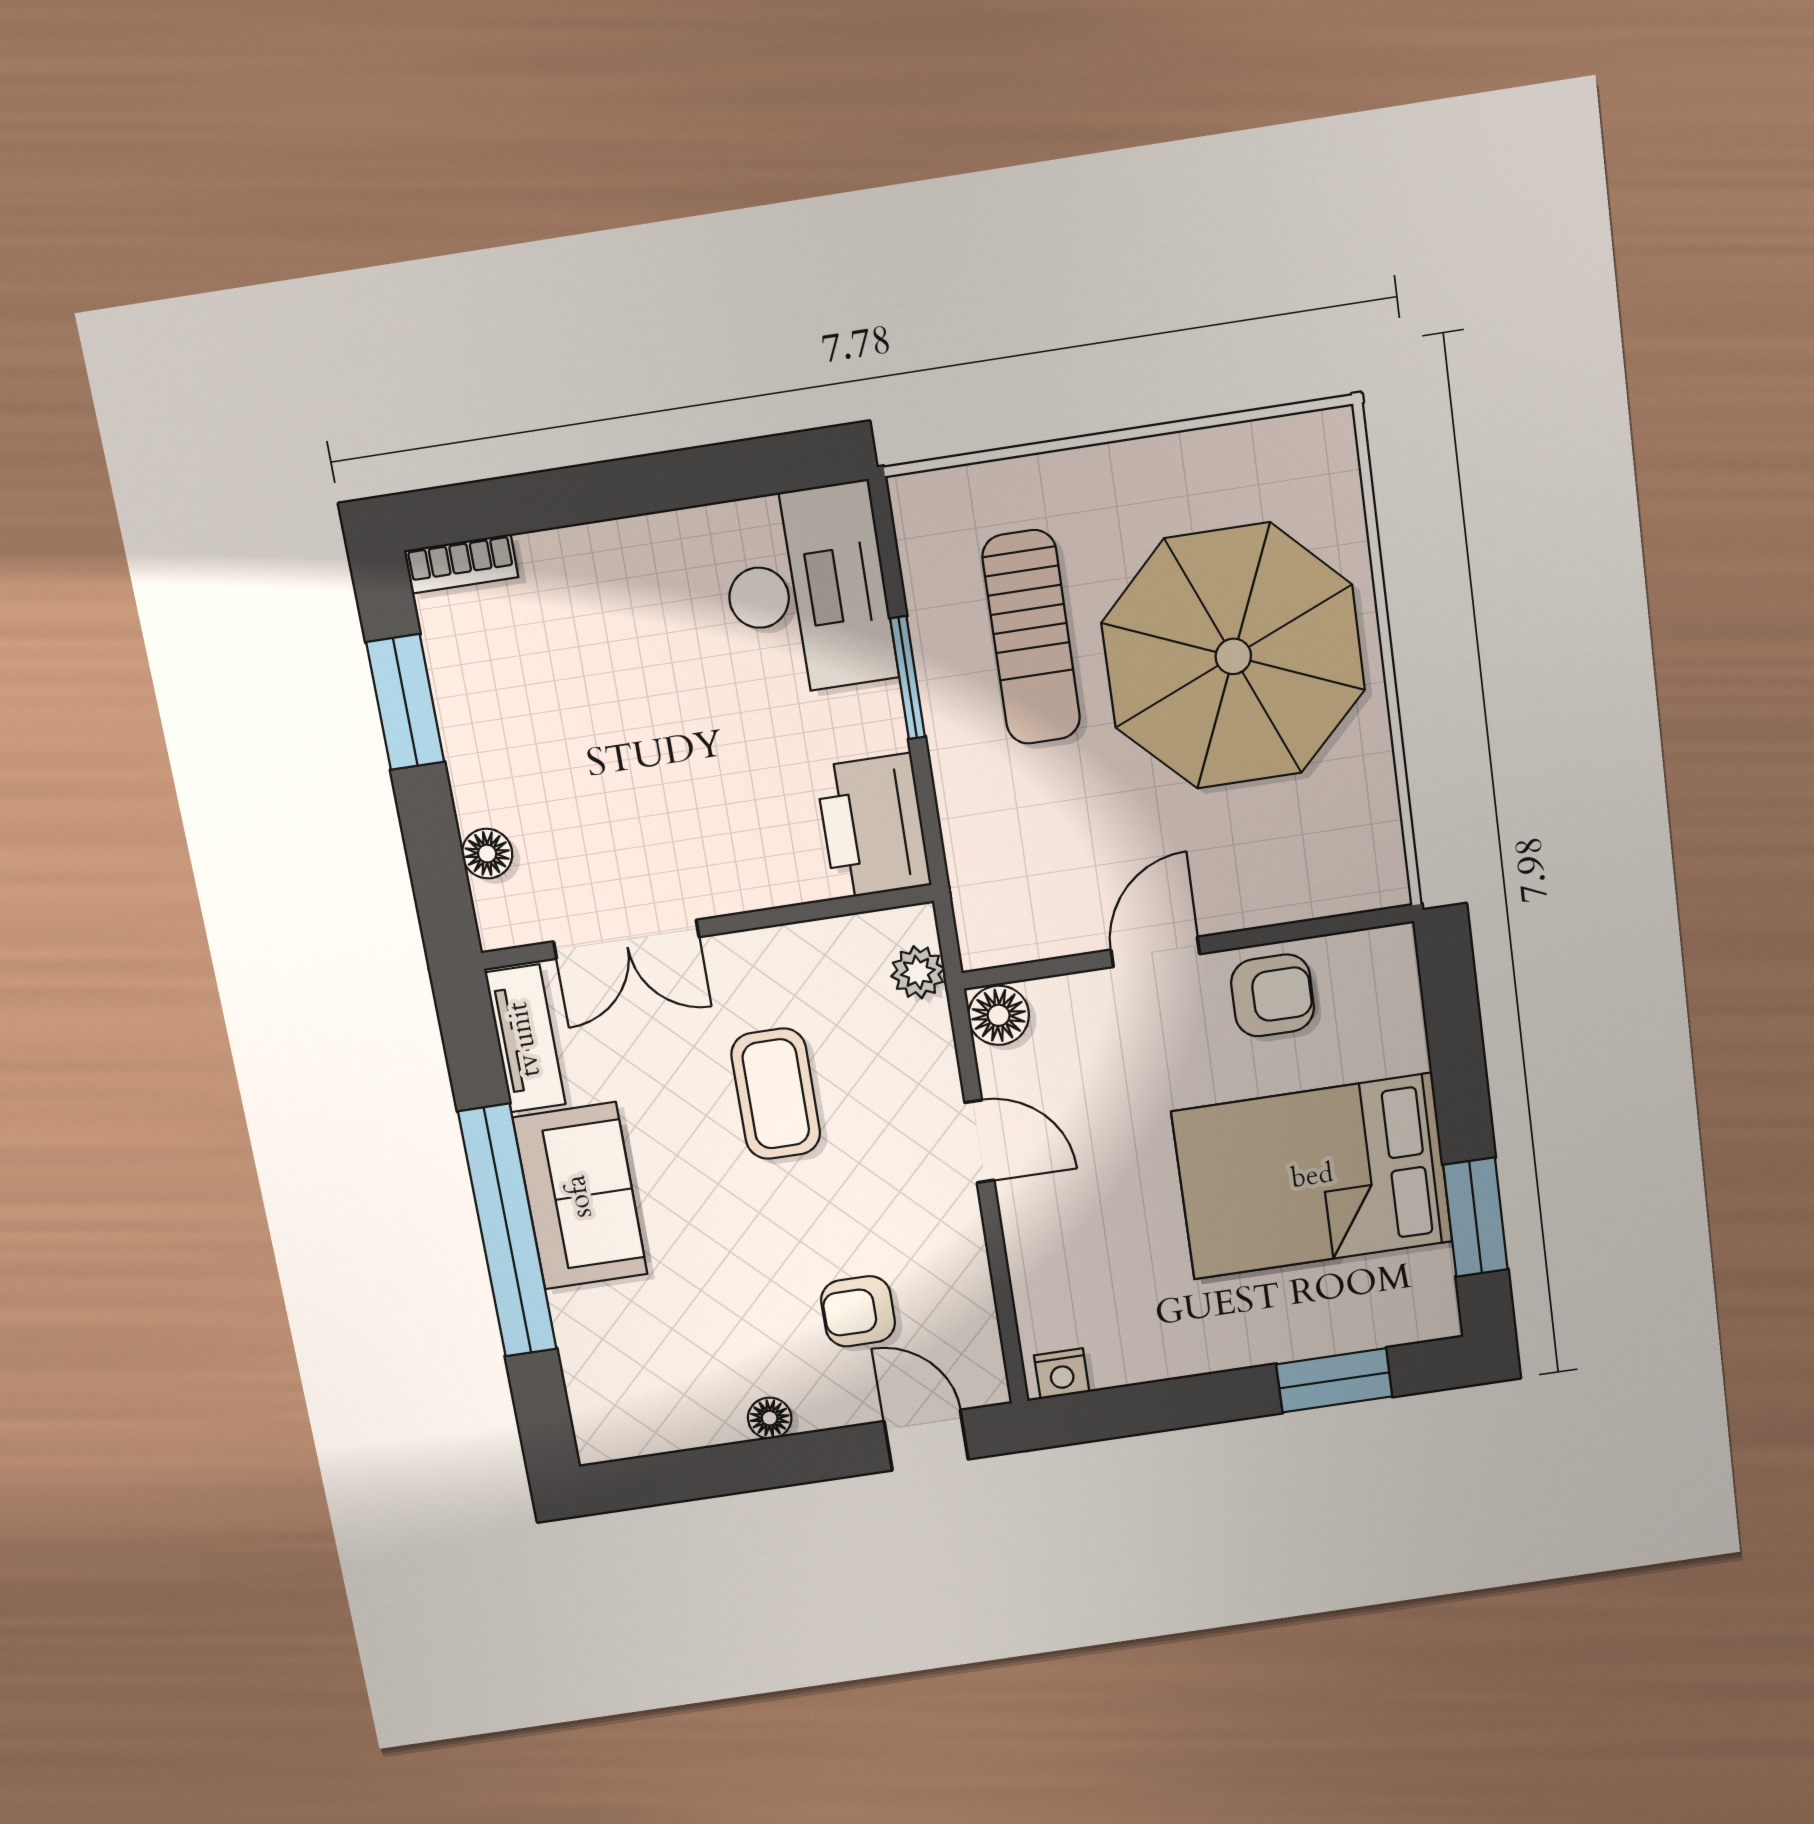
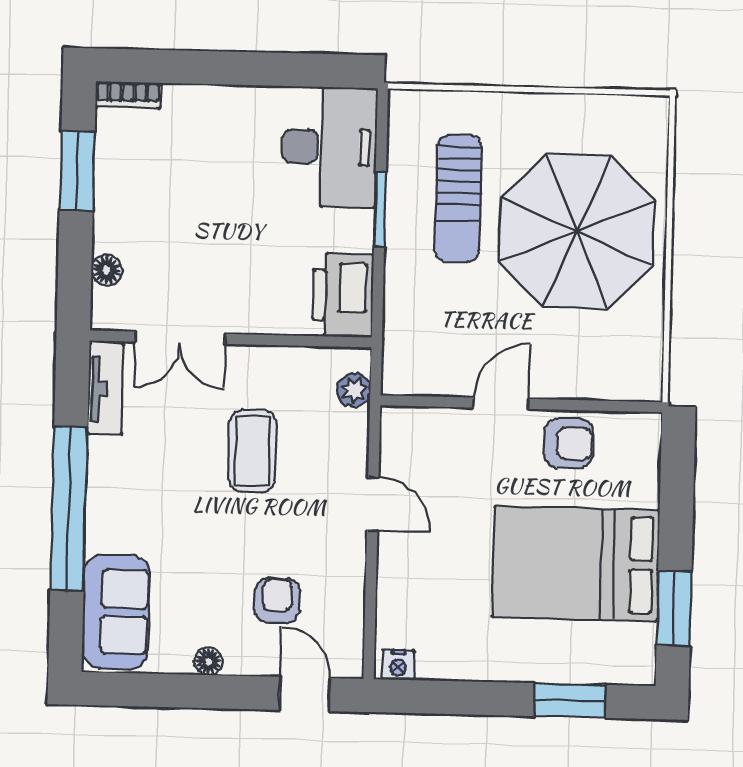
floor lamp: (999, 1015) -> (399, 426), removed
sofa: (580, 1196) -> (116, 612), moved
armchair: (858, 1311) -> (277, 601), turned 90

